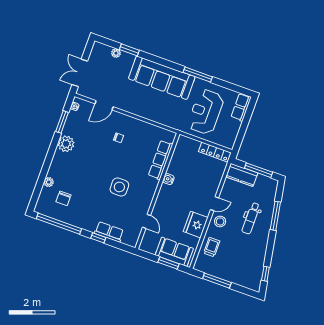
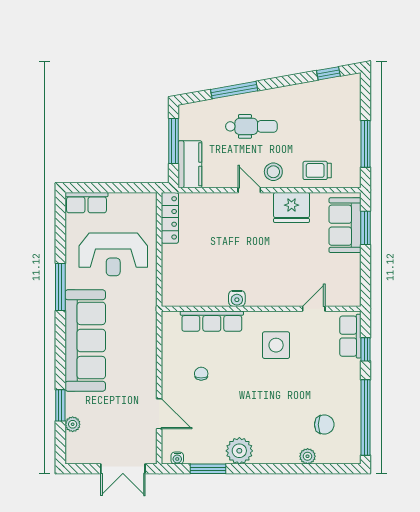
row of seats: (160, 160) -> (212, 321), moved
water cooler: (168, 179) -> (237, 298), moved
wall: (157, 191) -> (261, 309), moved
door: (146, 221) -> (314, 309), moved

